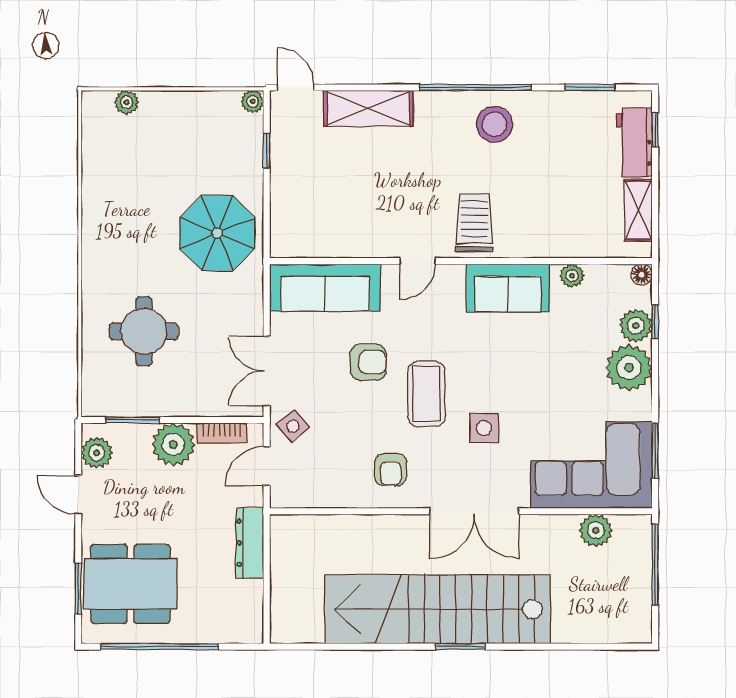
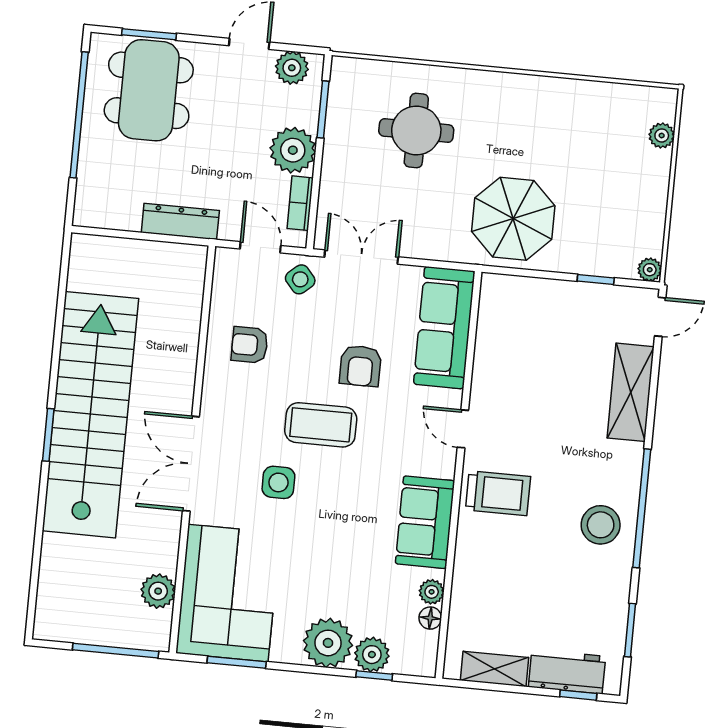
floor lamp: (642, 275) -> (430, 618), moved
armchair: (391, 470) -> (249, 345), moved

